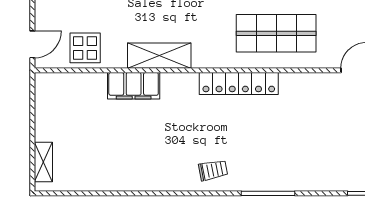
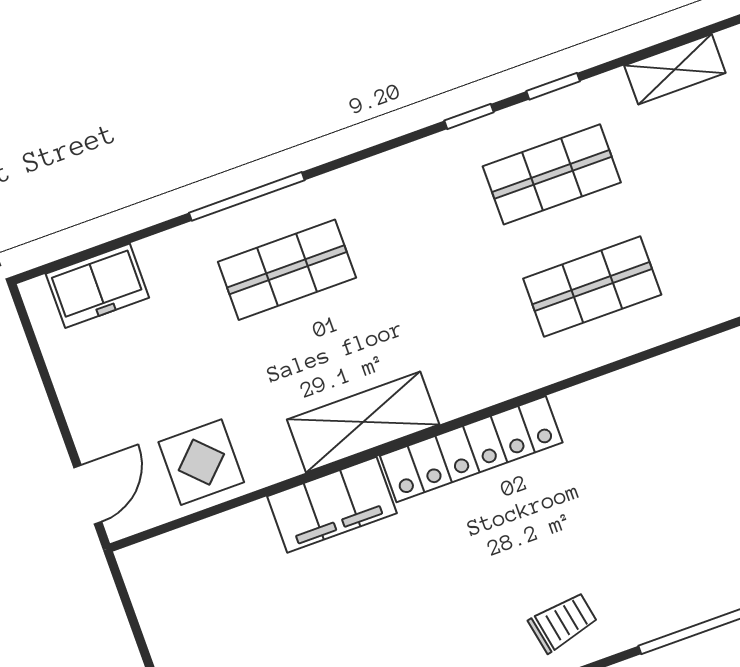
shop shelf: (276, 33) -> (592, 287), width x0.70, depth x0.74
locker: (239, 83) -> (471, 449), moved

